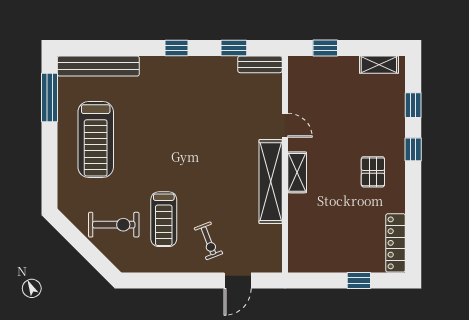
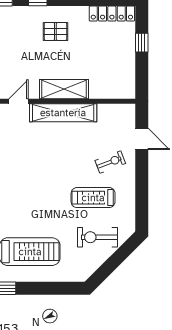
shelving: (297, 172) -> (64, 89), width x1.50, depth x1.33
treadmill: (164, 219) -> (93, 198), turned 180
exercise bike: (114, 225) -> (97, 237), turned -90

